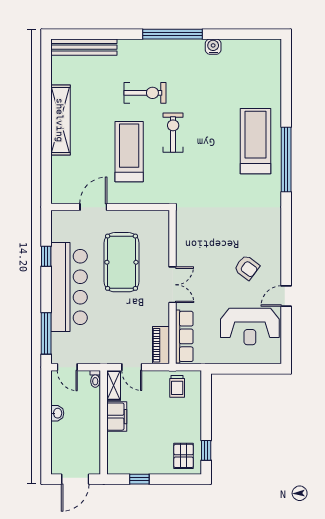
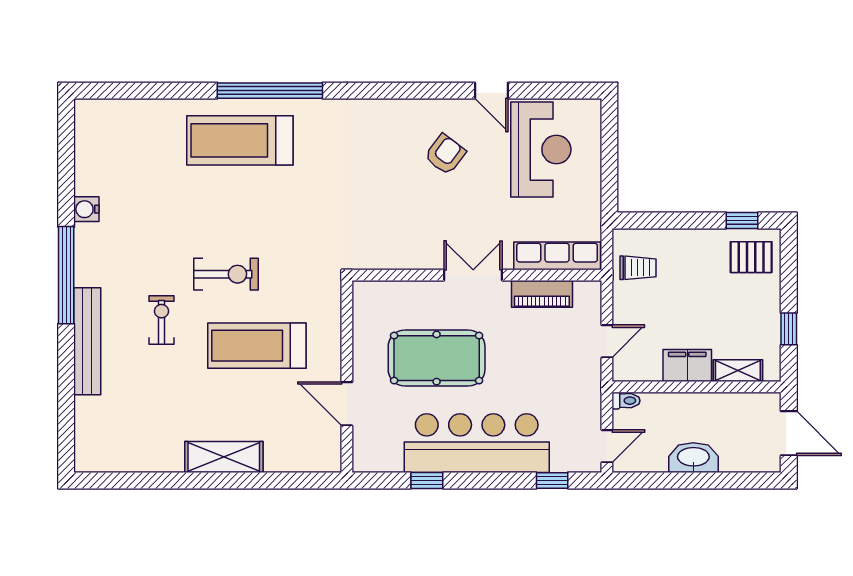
bench: (84, 47) -> (87, 341), moved
exercise bike: (145, 93) -> (162, 320), width x0.73, depth x0.72
shelving: (60, 120) -> (224, 457), width x0.68
exercise bike: (173, 133) -> (226, 274), turned 180
window: (46, 333) -> (552, 480), width x0.46
piano: (161, 345) -> (542, 294), moved
shelving: (114, 385) -> (738, 371), moved
washbasin: (57, 413) -> (693, 458), width x1.91, depth x1.45

